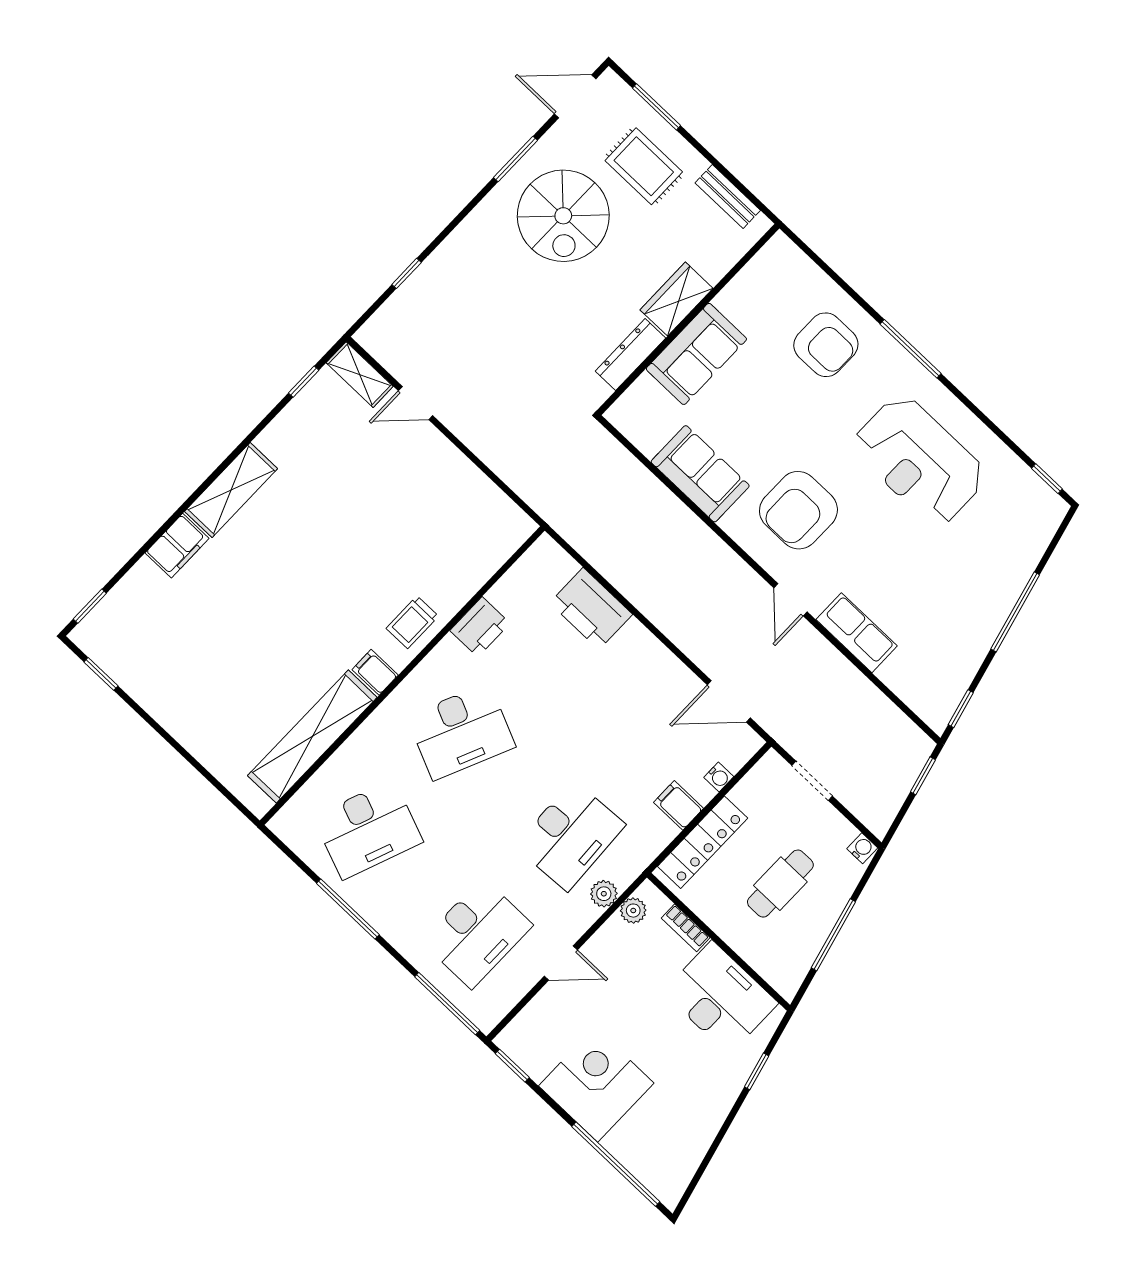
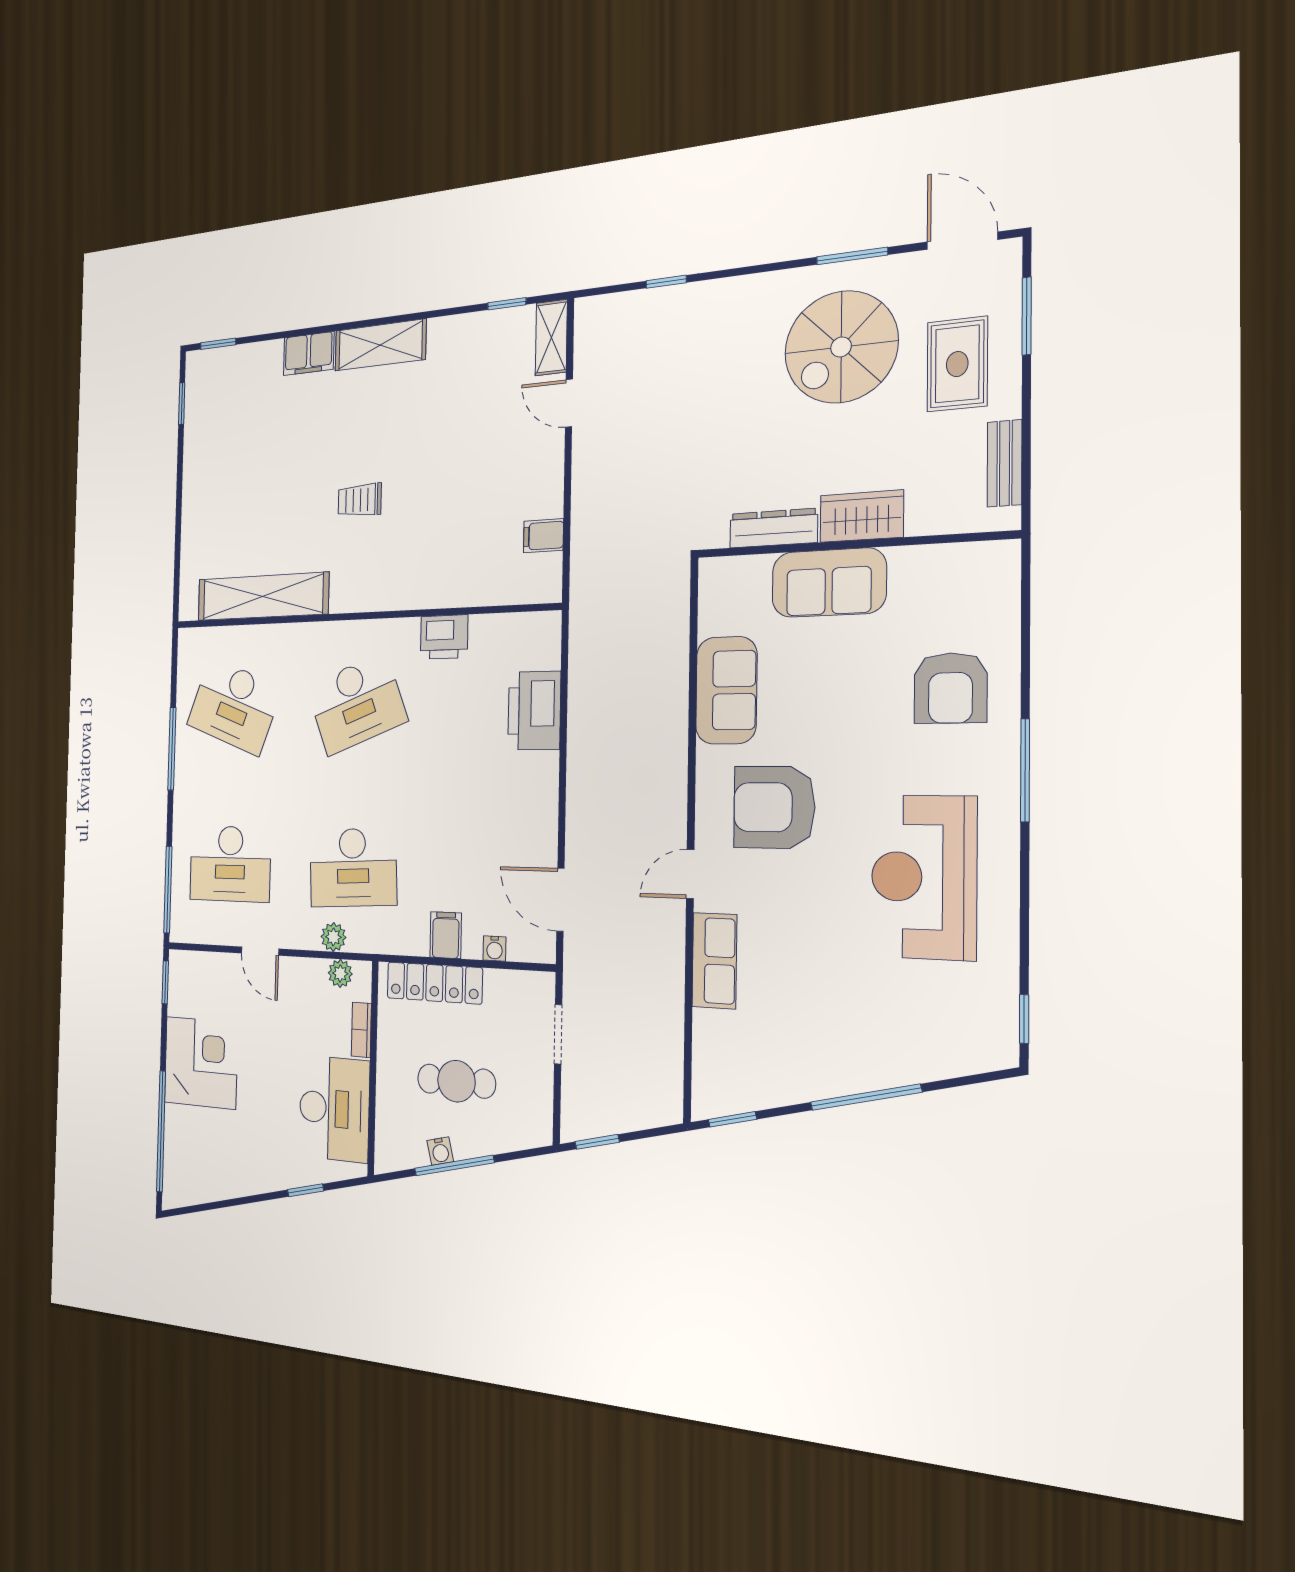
trolley: (412, 622) -> (360, 500), moved
filing cabinet: (375, 672) -> (543, 536), moved, turned -90
desk: (461, 732) -> (357, 704), turned -45
window: (923, 776) -> (597, 1142), moved
water cooler: (862, 848) -> (440, 1151), moved, turned 76

